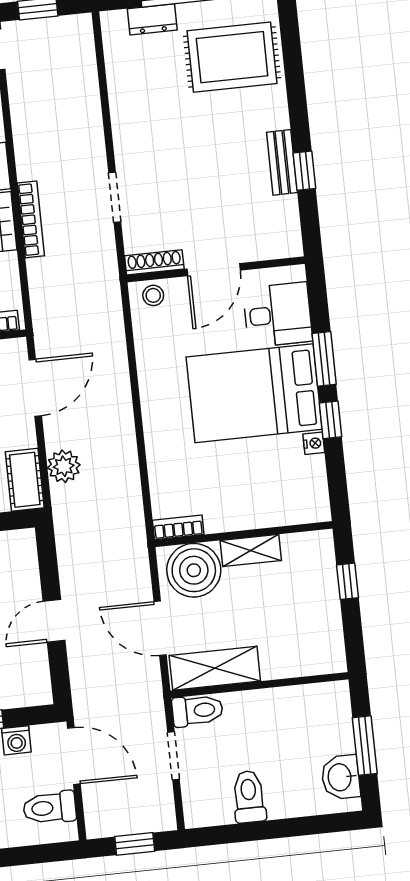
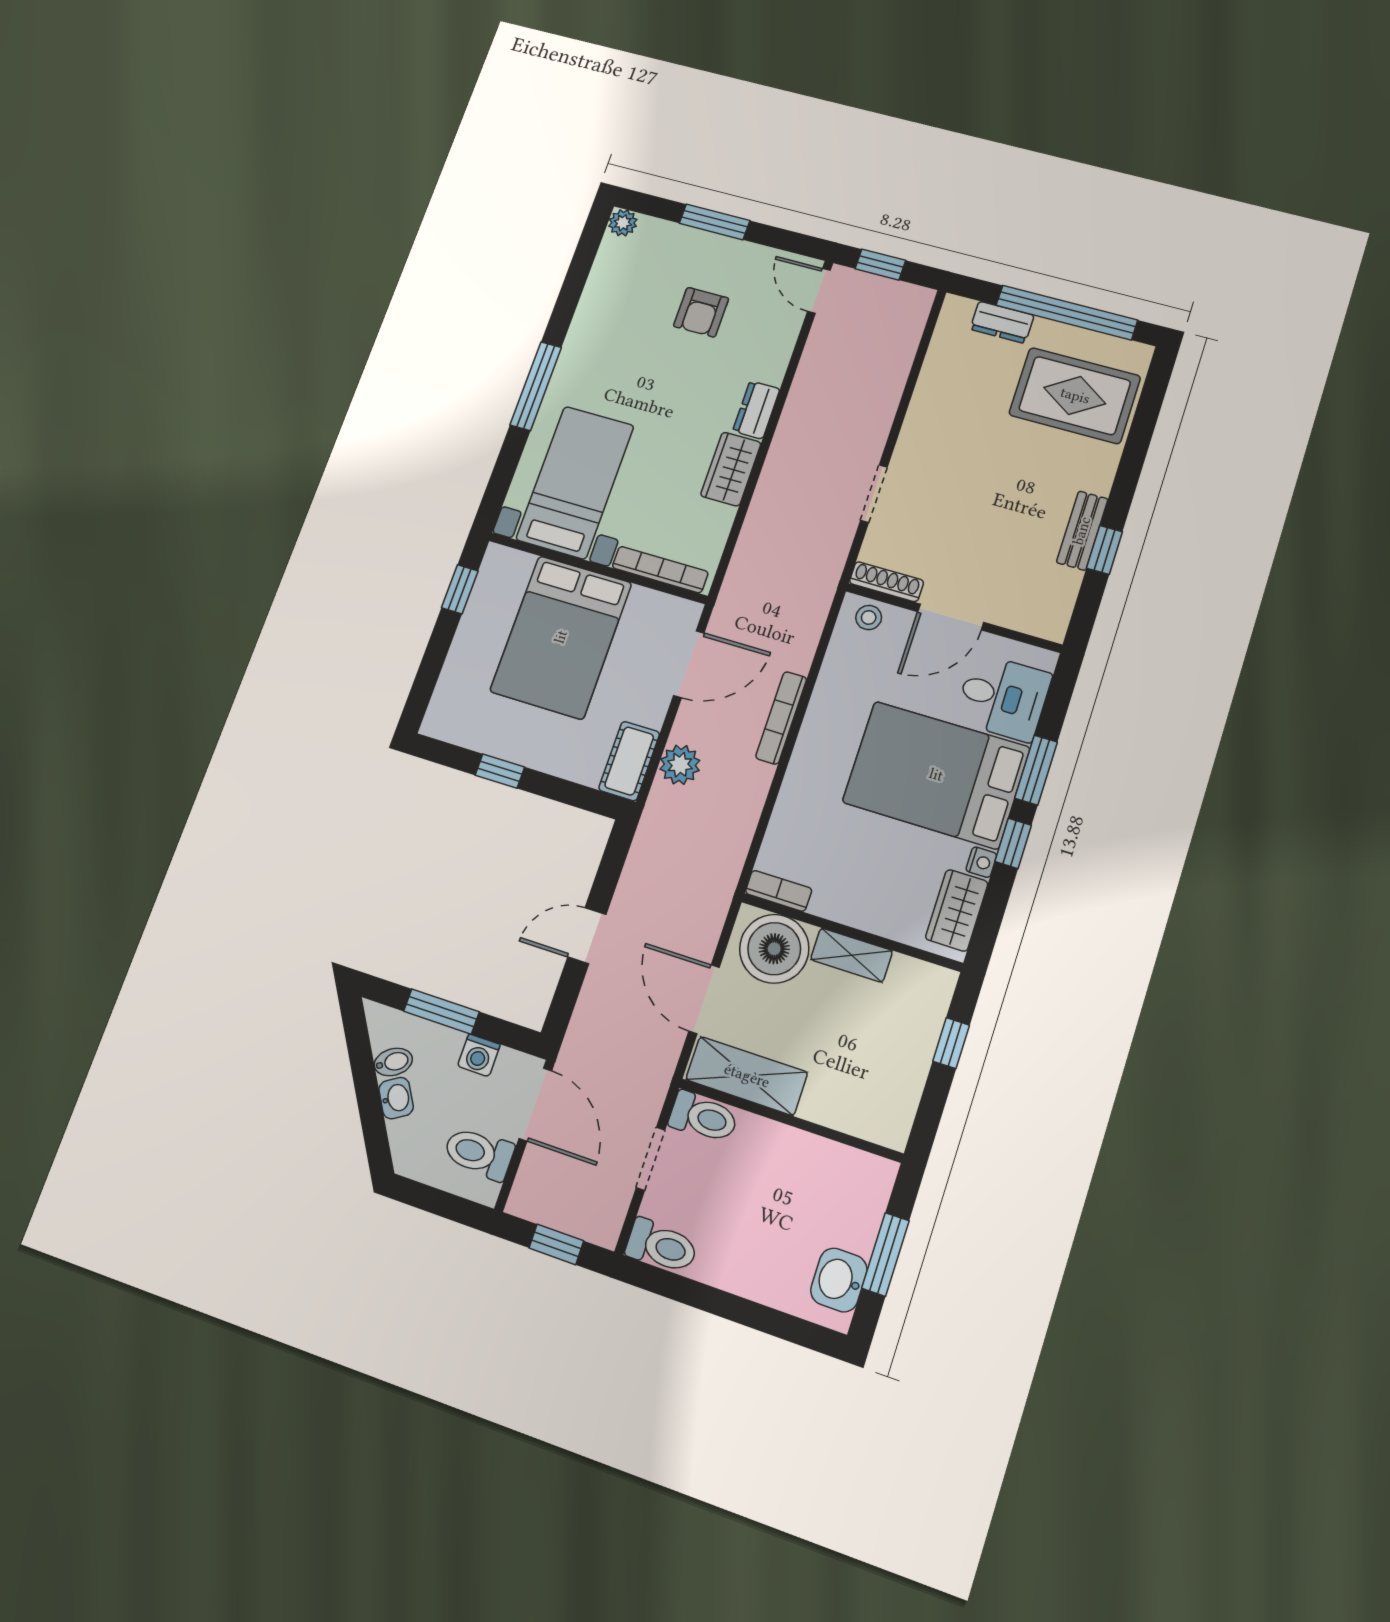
bookcase: (31, 219) -> (781, 718), moved, turned 180
wardrobe: (311, 486) -> (957, 910), added
toilet: (249, 797) -> (662, 1246), moved, turned 90

